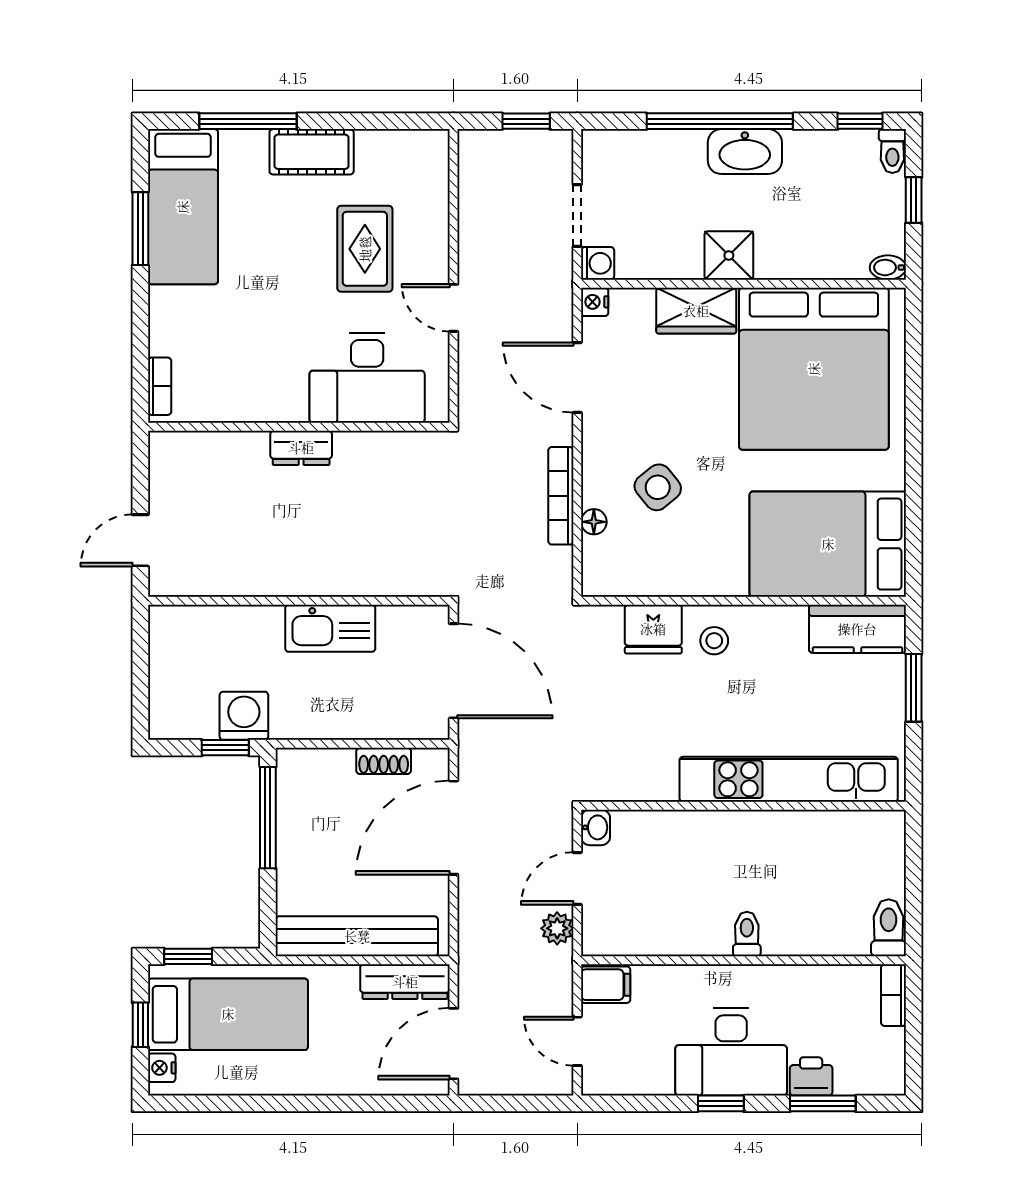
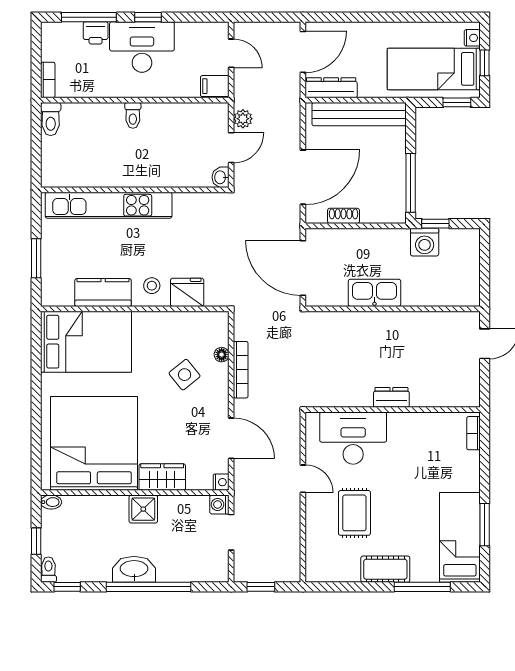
kitchen counter: (857, 629) -> (103, 292), moved
window: (823, 1103) -> (89, 17), width x1.44

